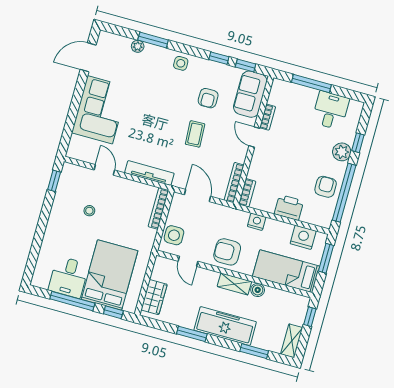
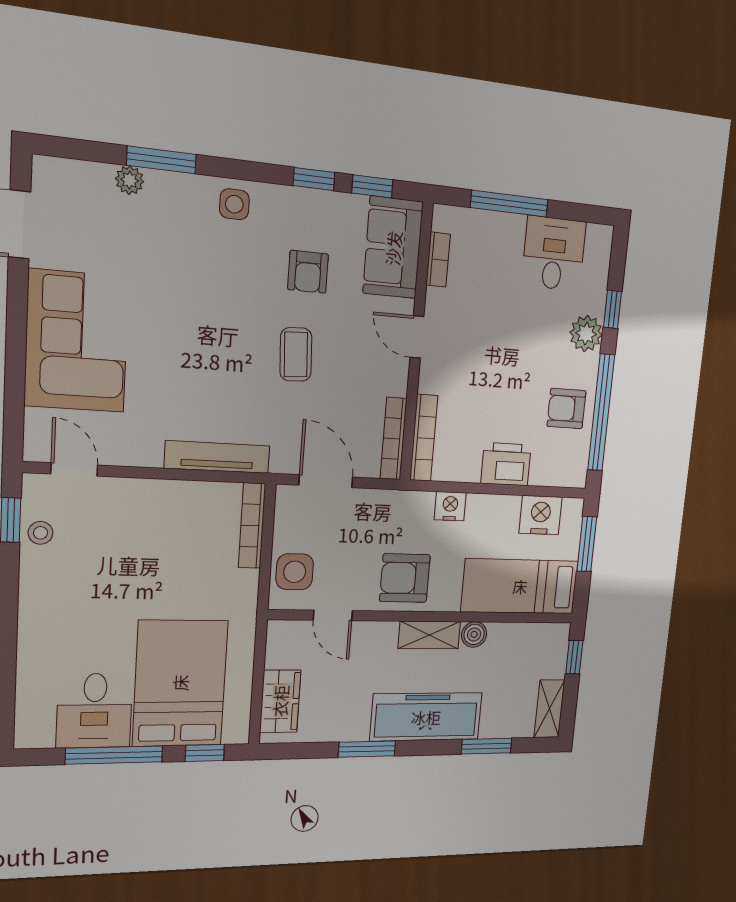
bookcase: (268, 117) -> (438, 260), moved
door: (104, 170) -> (74, 469), moved
armchair: (326, 187) -> (566, 409), turned -90
bookcase: (247, 193) -> (424, 438), width x1.56
stool: (89, 211) -> (41, 533), moved

